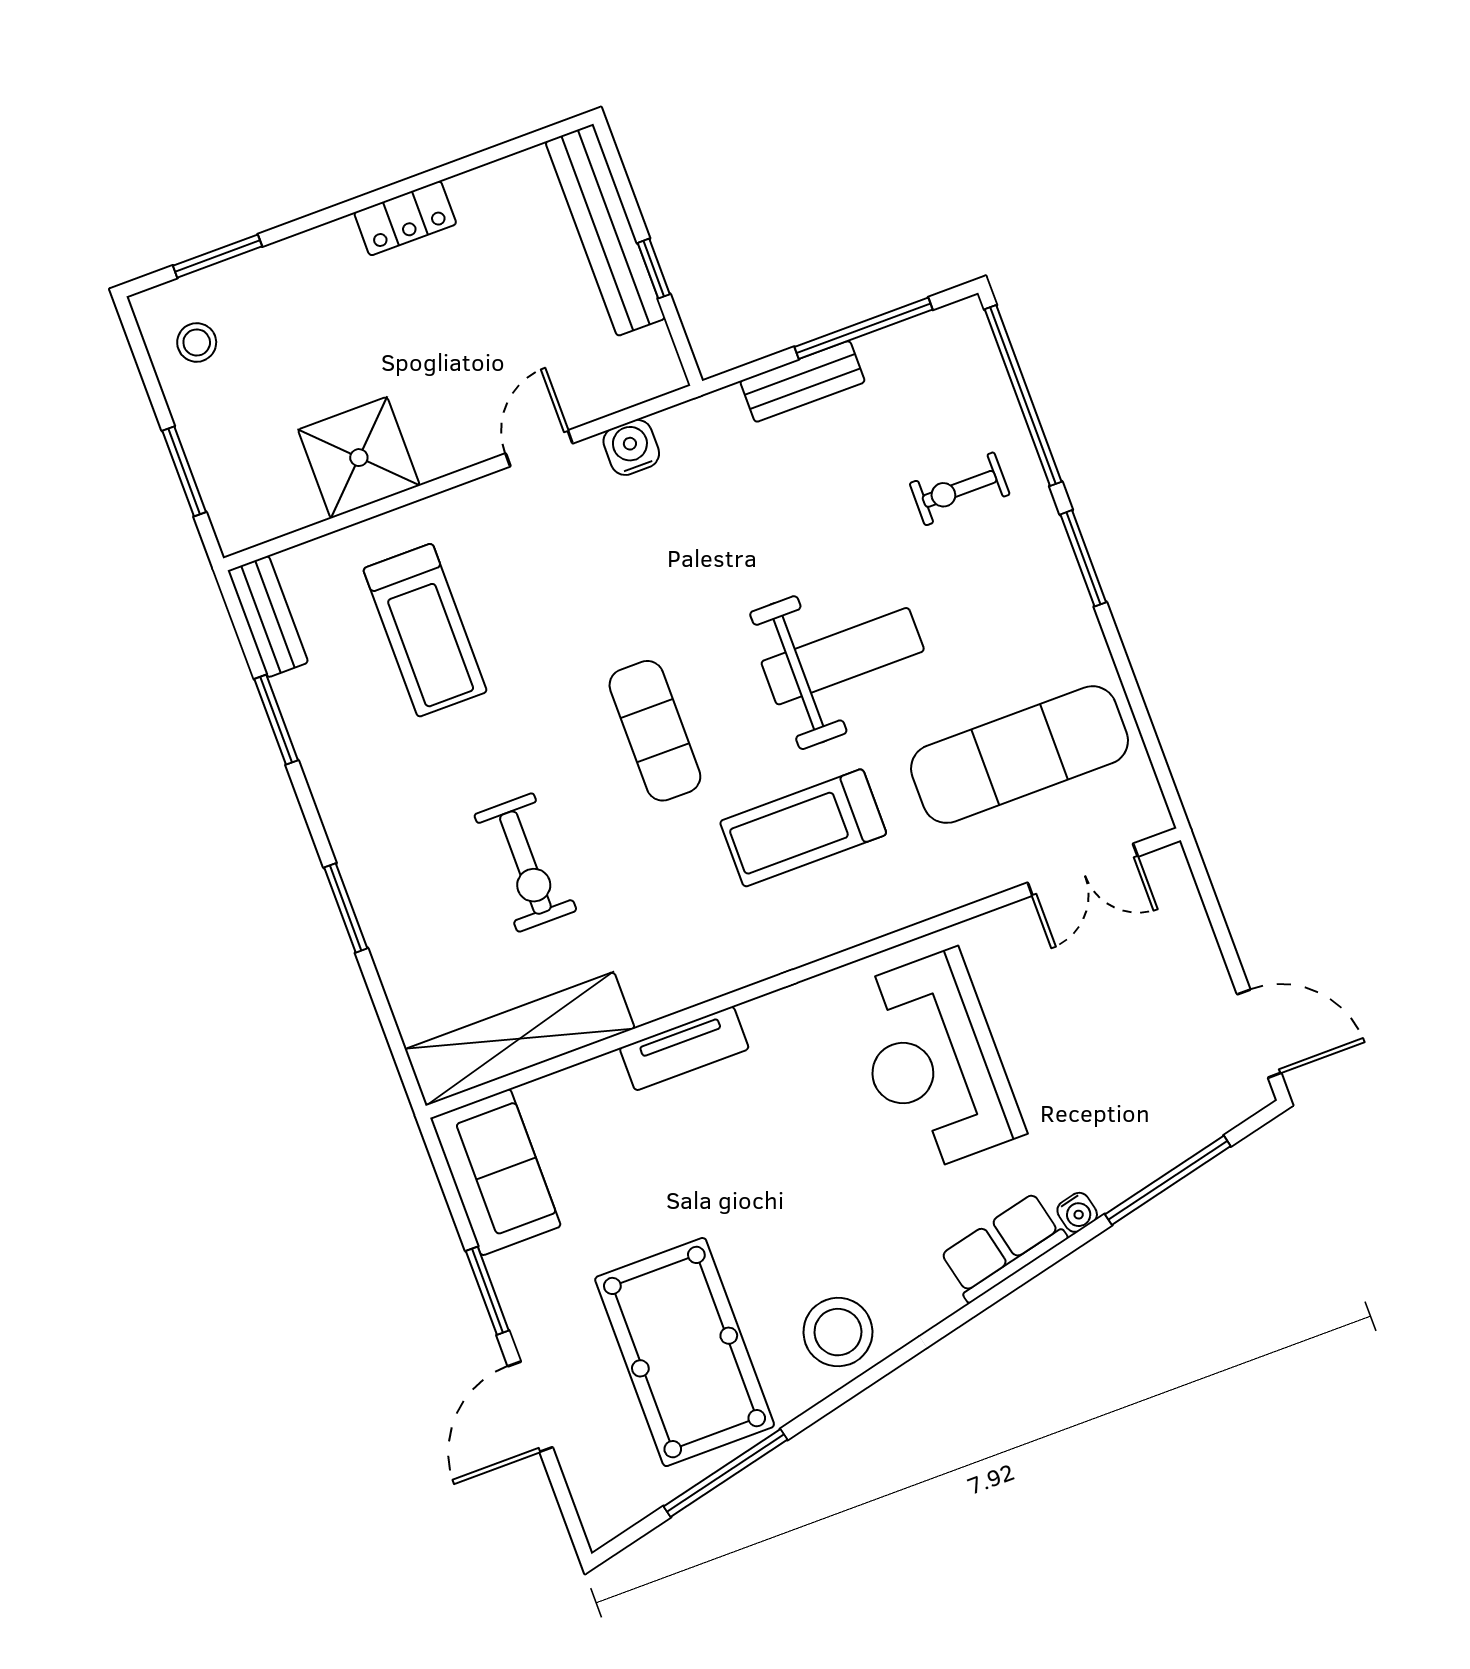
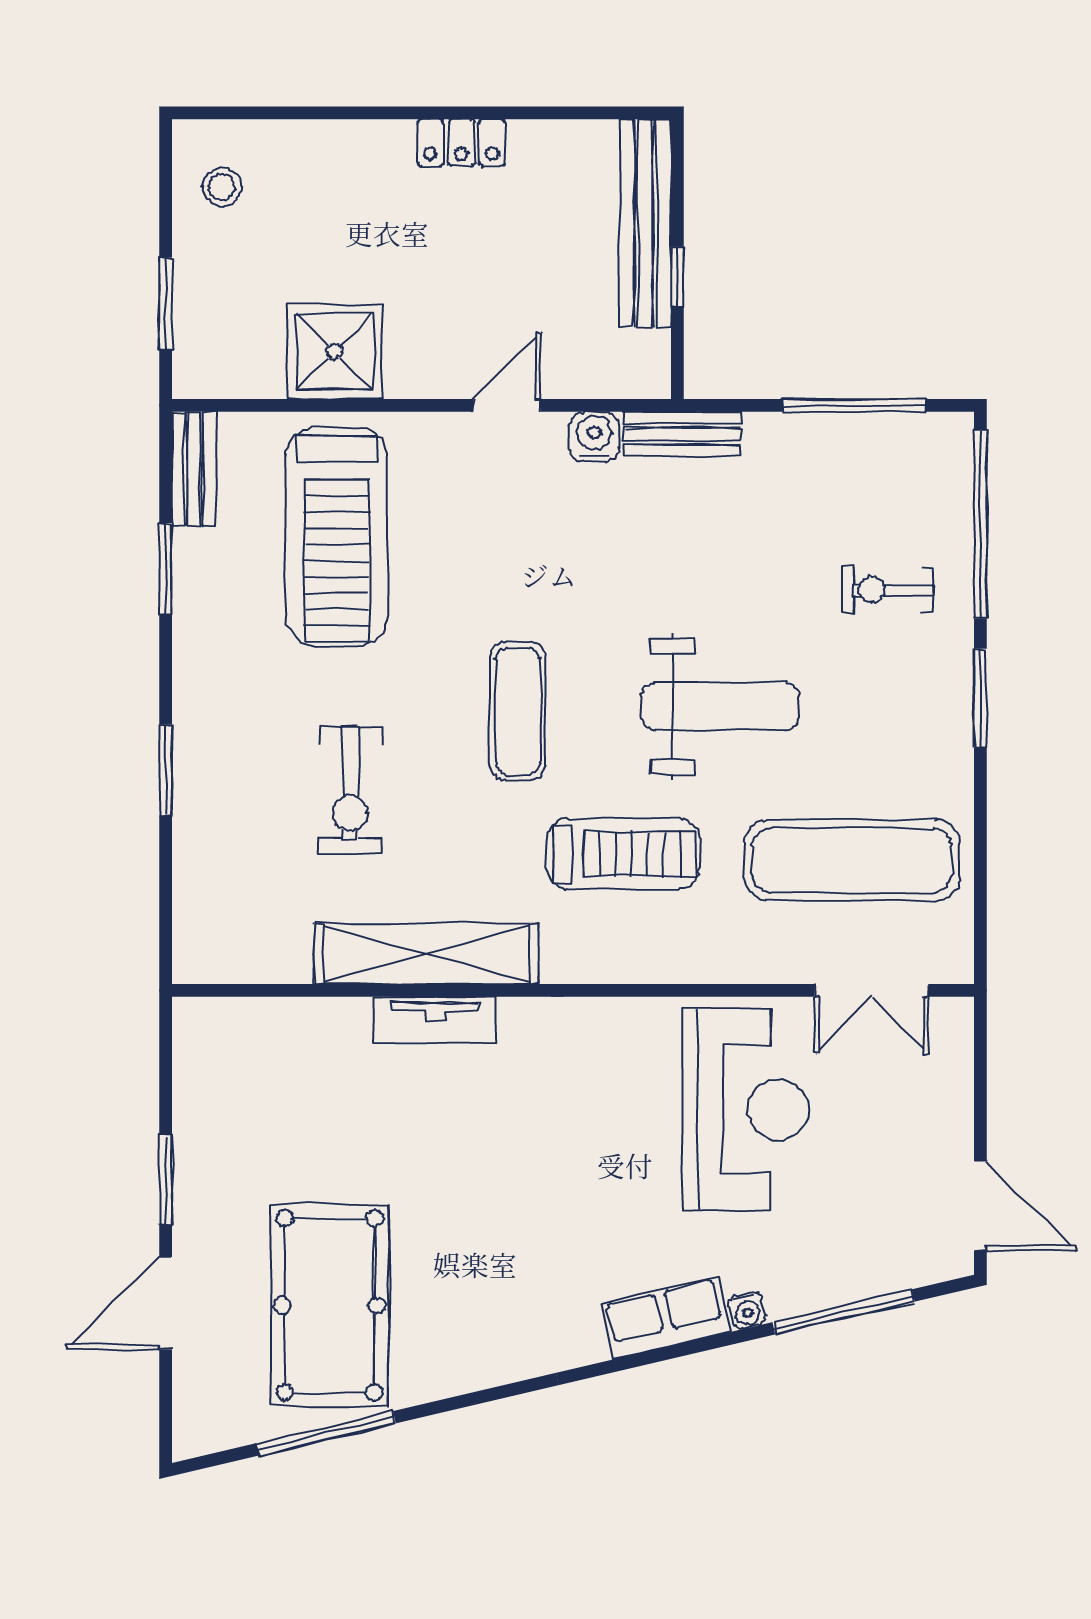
window: (218, 256) -> (272, 113), removed
bench: (802, 381) -> (682, 434), moved
treadmill: (425, 630) -> (337, 537), width x1.37, depth x1.38
treadmill: (803, 828) -> (623, 854), turned 180
shelving: (520, 1039) -> (427, 954), moved
reception desk: (934, 1062) -> (745, 1109), moved, turned 180
sofa: (496, 1172) -> (215, 1071), removed
stool: (838, 1332) -> (481, 1340), removed

